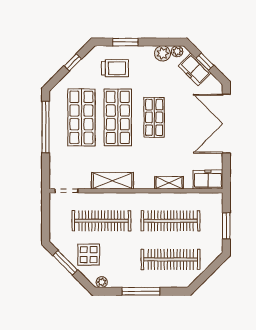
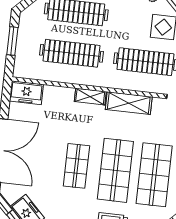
shelving: (169, 183) -> (90, 97), moved

